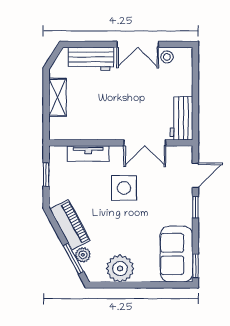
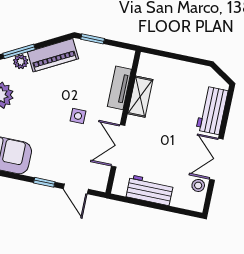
shelving: (57, 97) -> (140, 97), moved, turned 90
workbench: (181, 118) -> (150, 190), moved
window: (46, 174) -> (93, 39), moved
side table: (124, 188) -> (78, 116), width x0.54, depth x0.54

